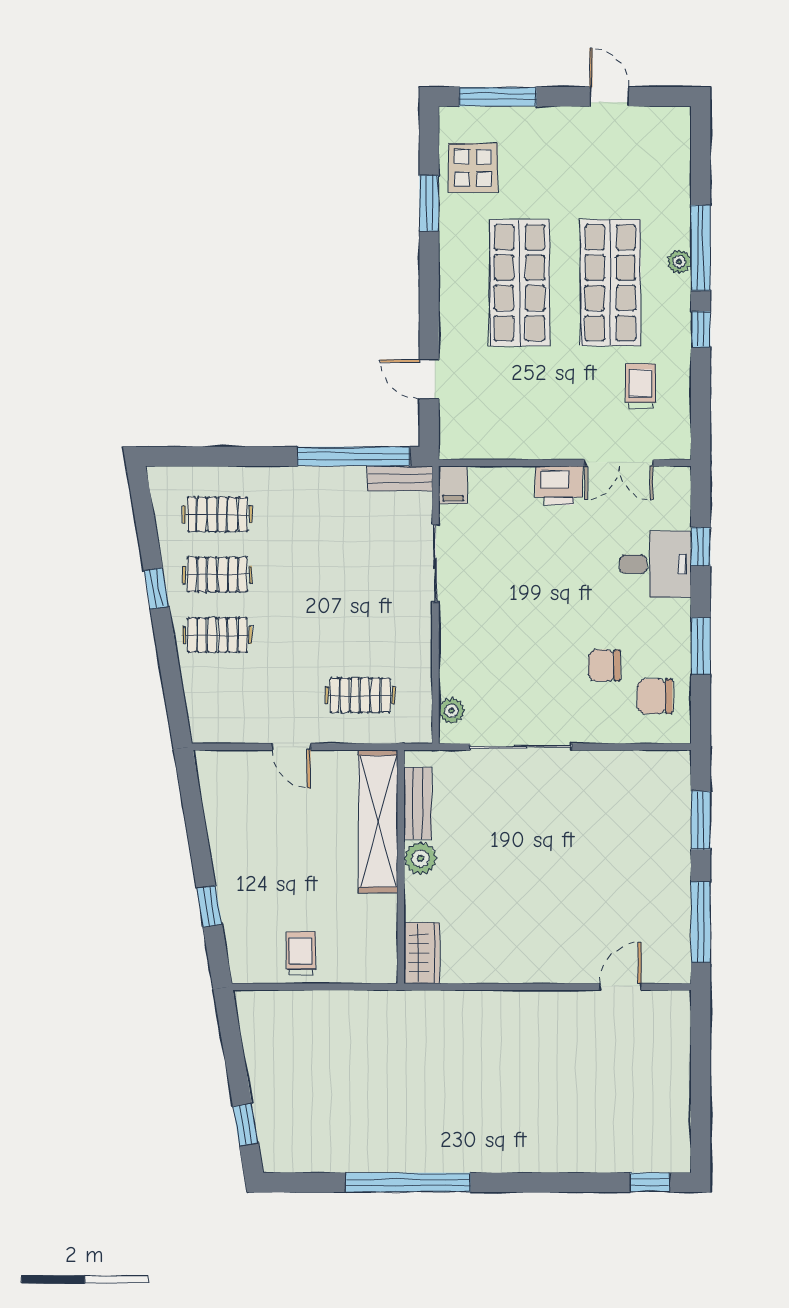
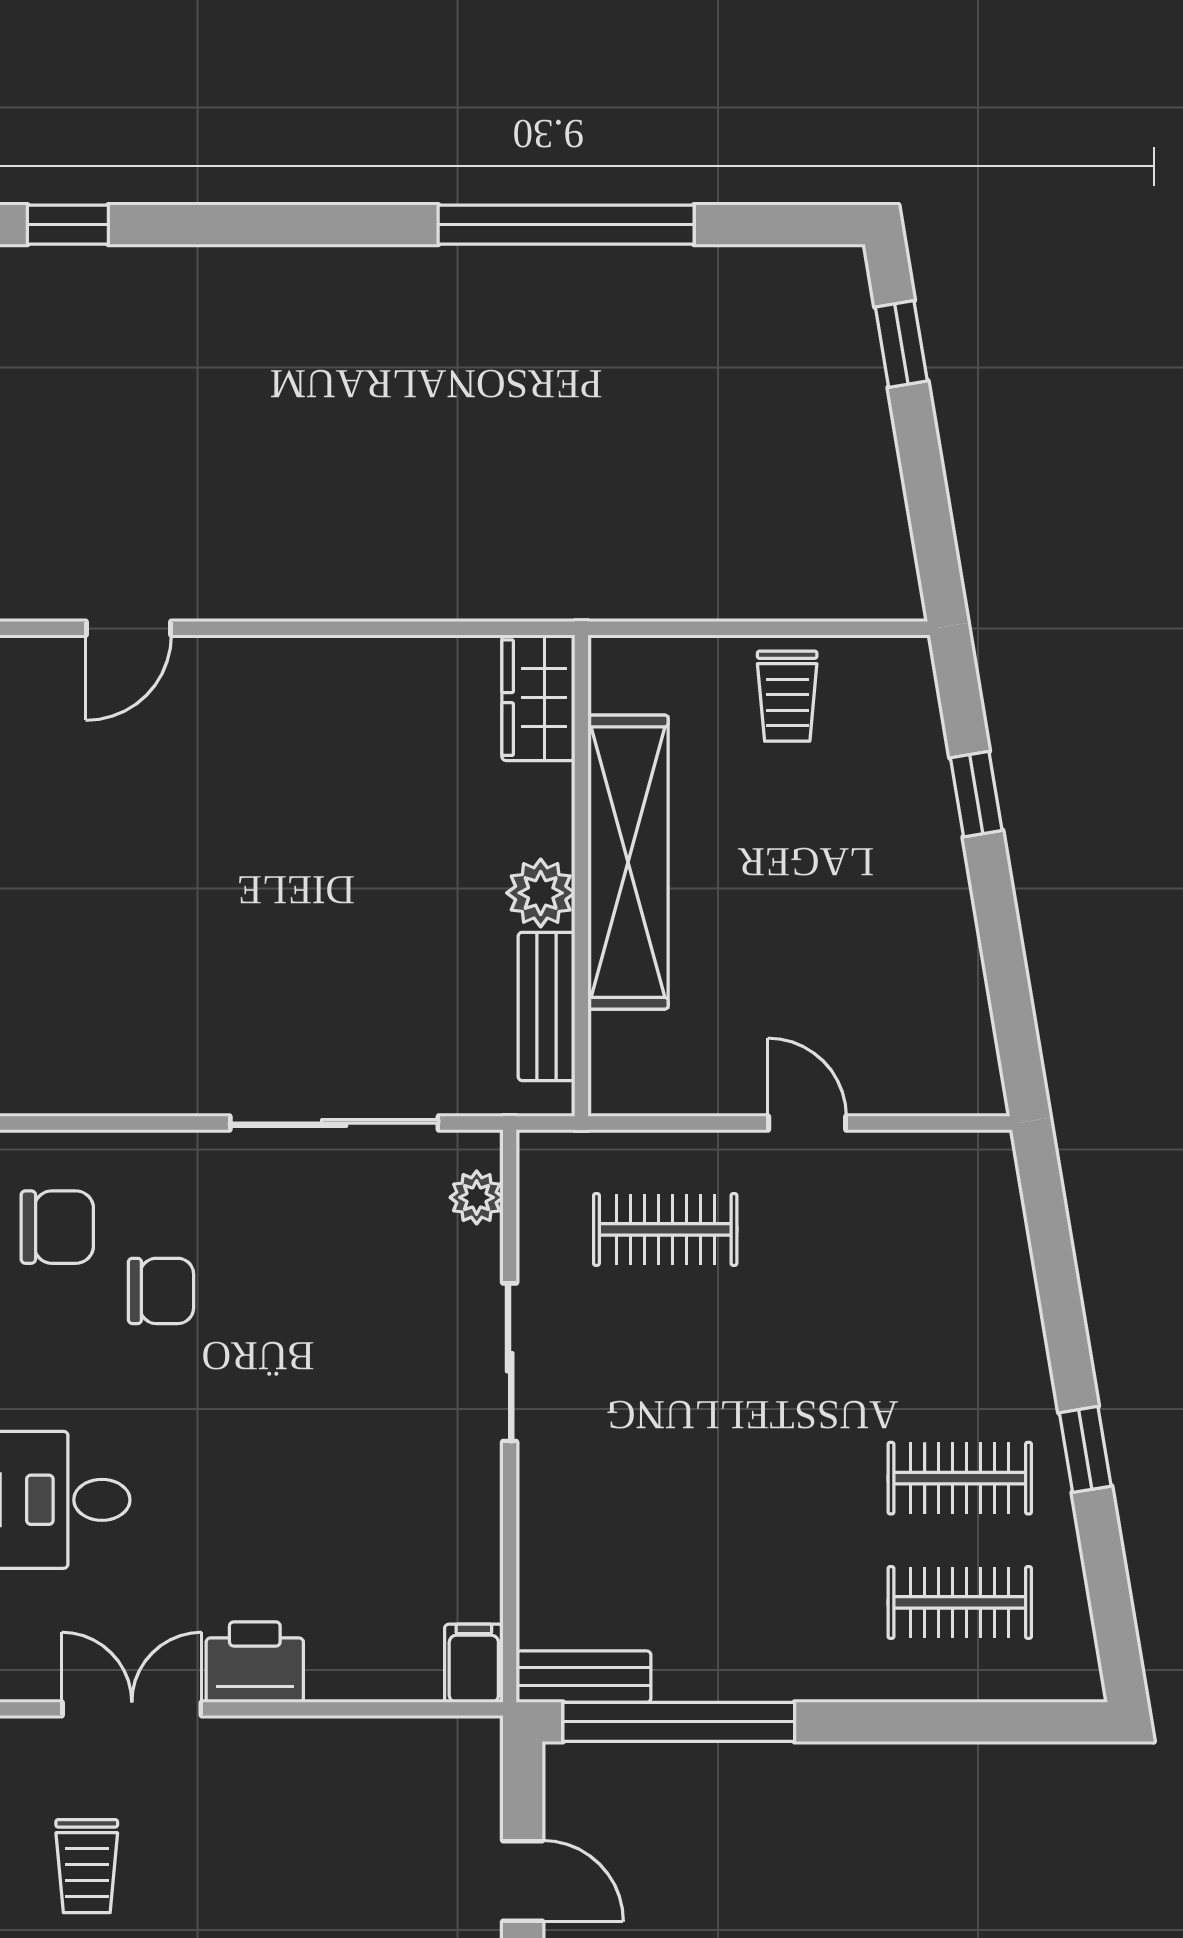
sliding door: (436, 563) -> (510, 1362), moved
clothes rail: (217, 635) -> (960, 1354), removed
shelving: (378, 821) -> (628, 862), moved

